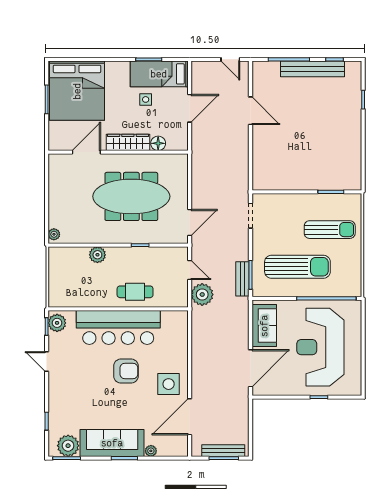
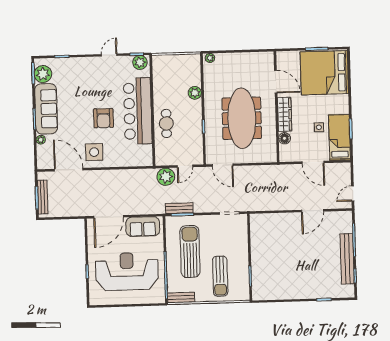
sun lounger: (297, 267) -> (190, 251), turned 180
bench: (355, 280) -> (181, 298), added
door: (250, 368) -> (109, 217), hinge flipped

